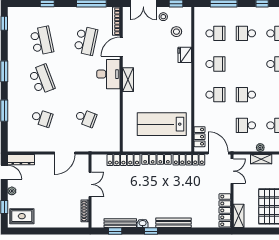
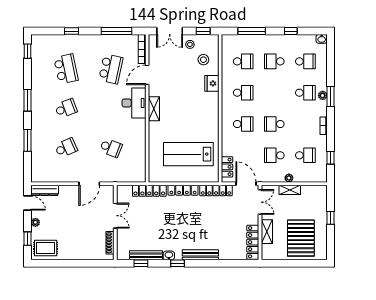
school desk: (42, 79) -> (66, 108), width x0.54
school desk: (42, 118) -> (66, 148), turned -42
shelving: (239, 216) -> (267, 232), moved

